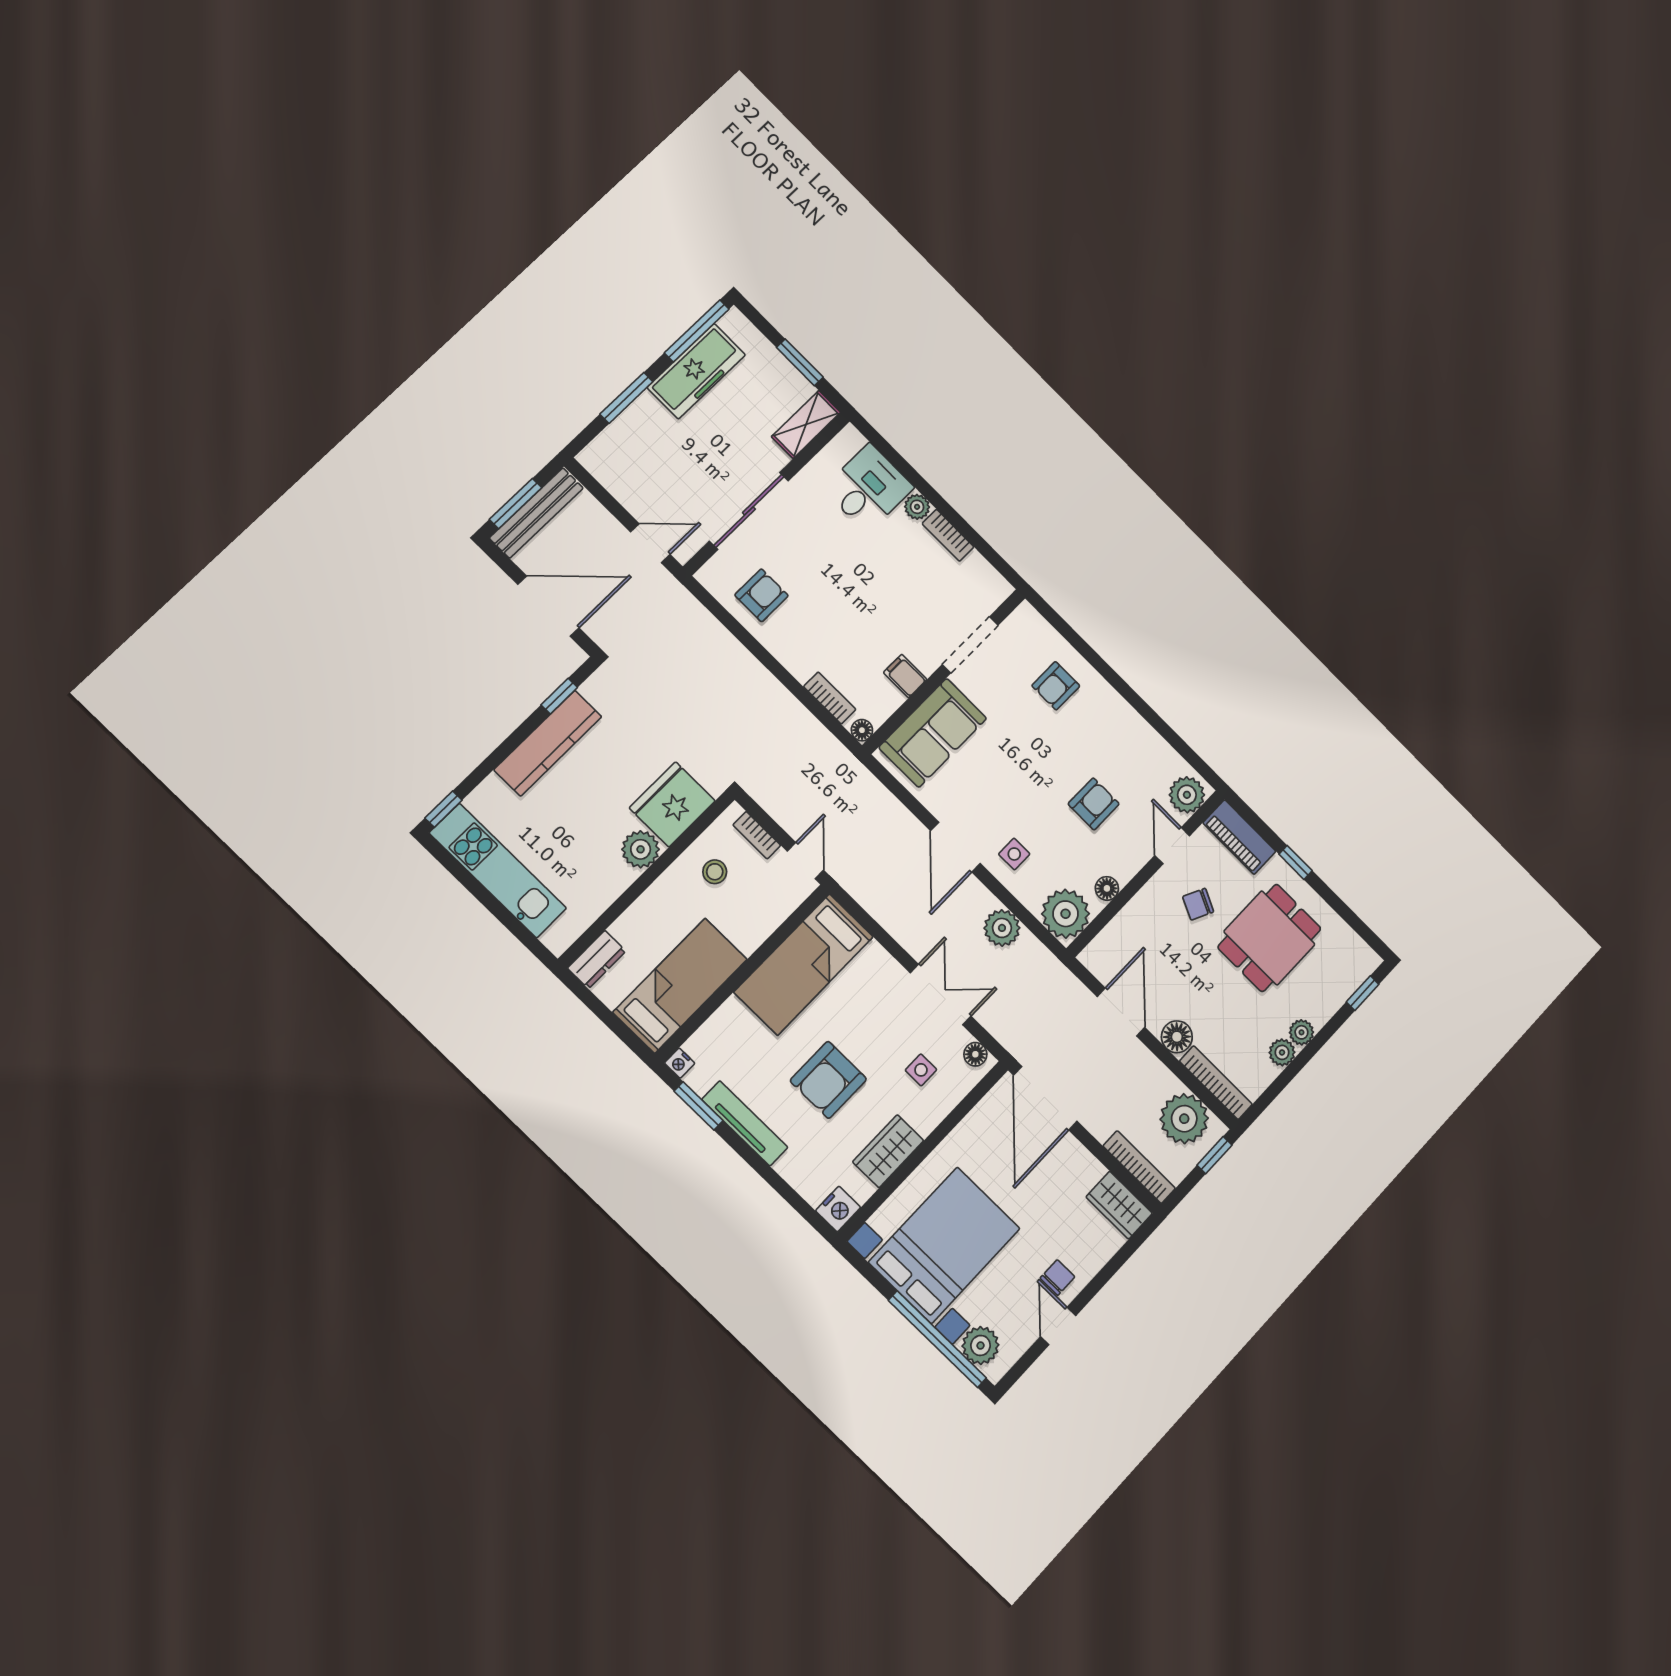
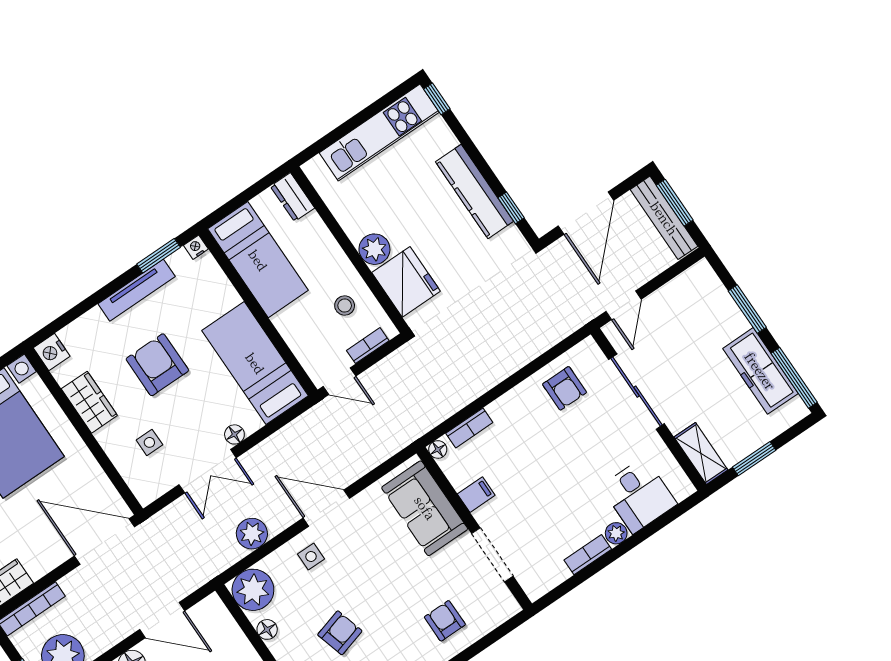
armchair: (1094, 804) -> (340, 633), turned -106
floor lamp: (975, 1054) -> (234, 434), moved

